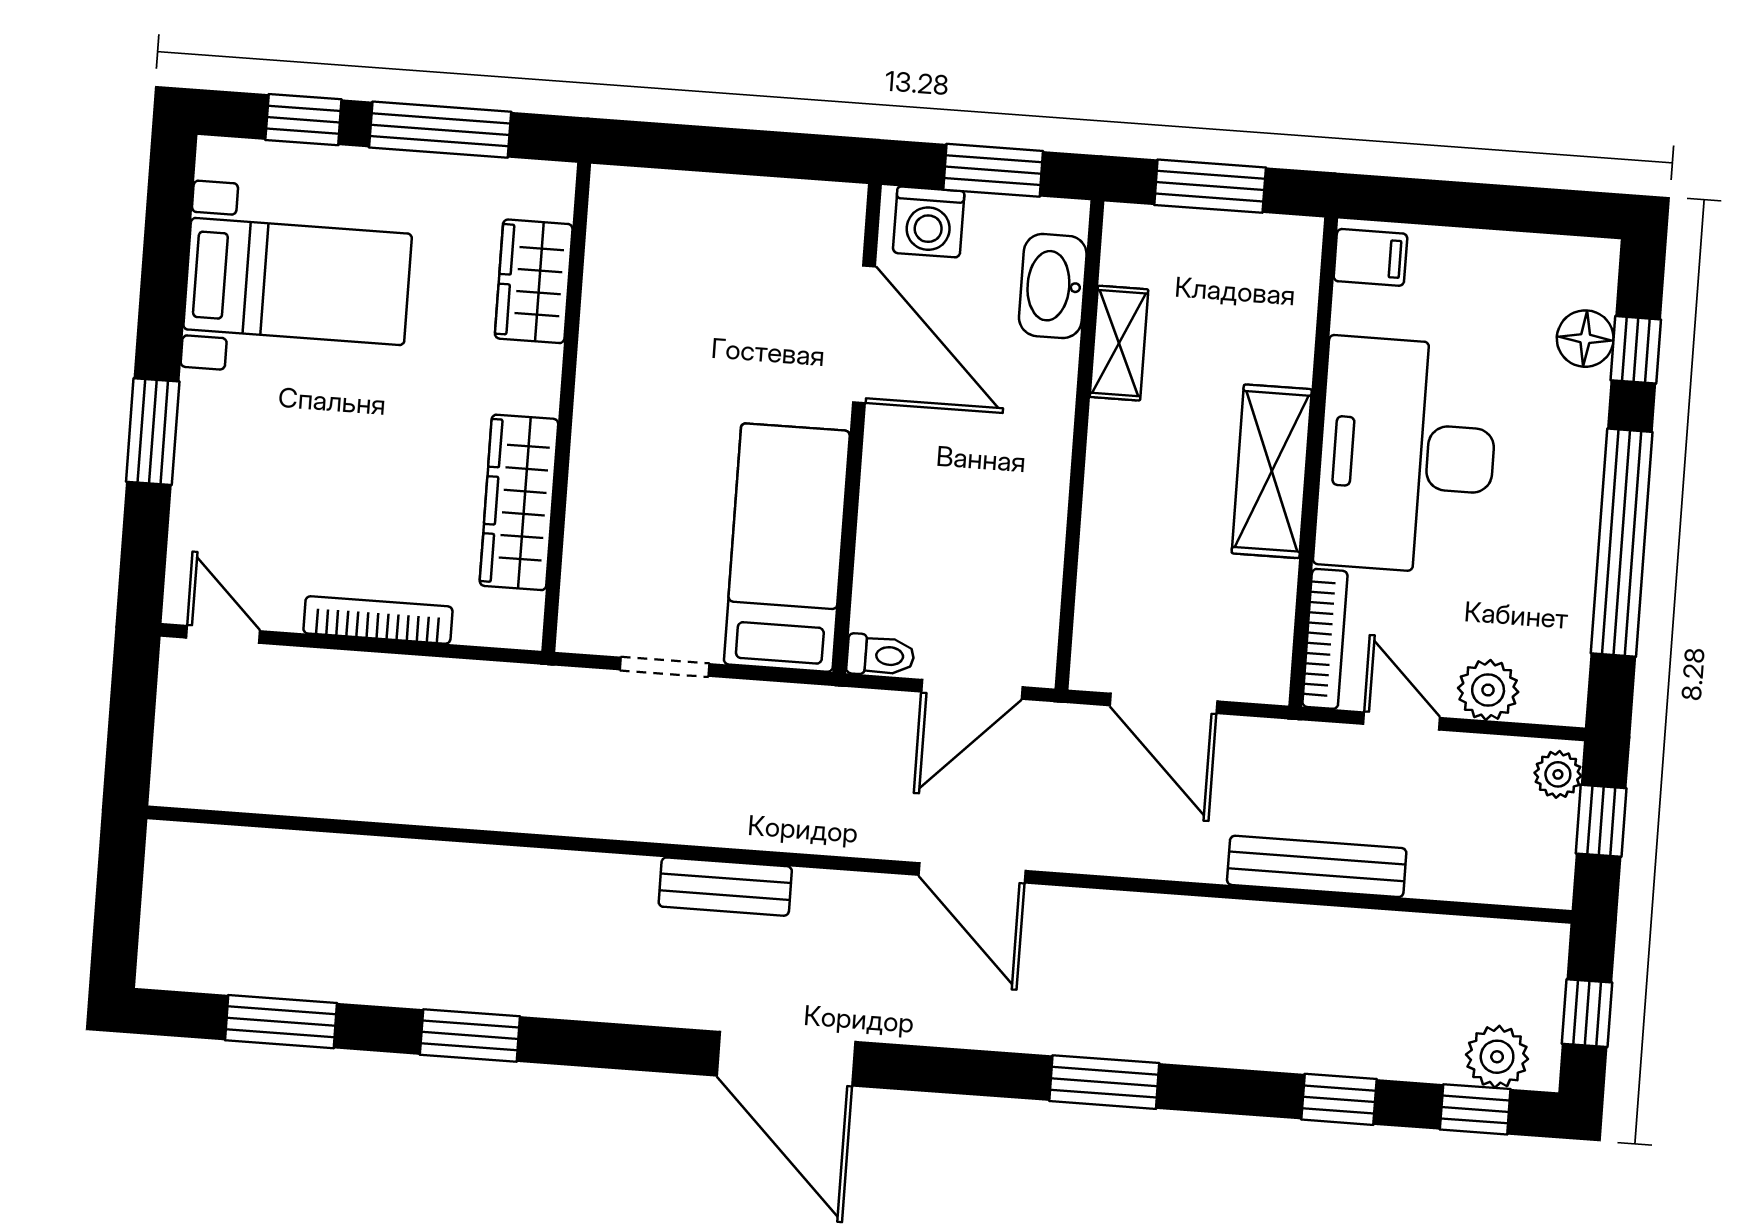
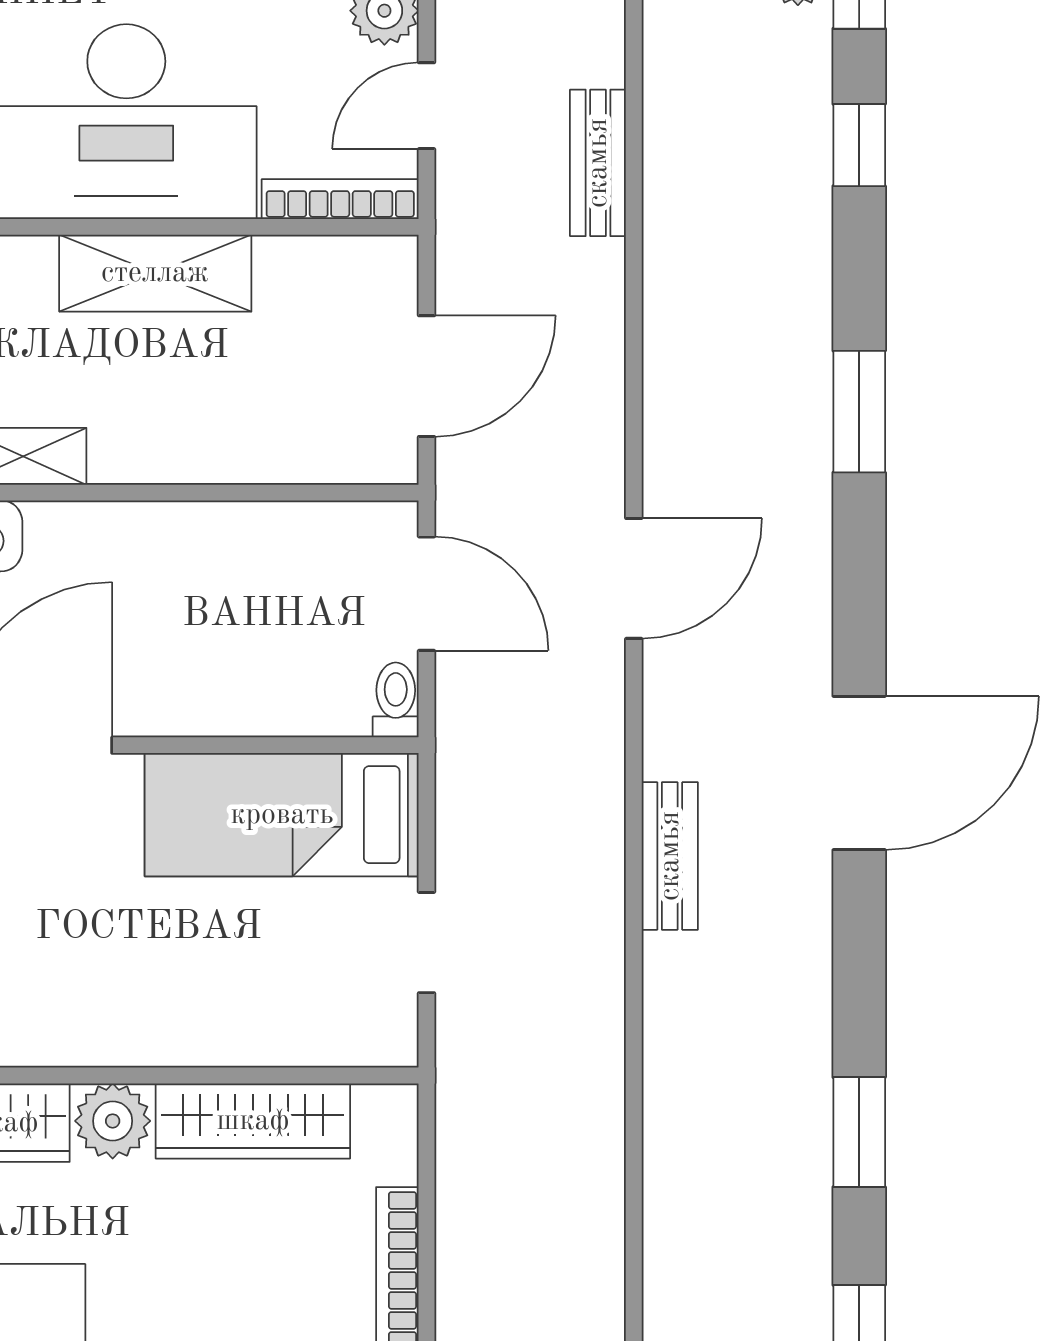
plant: (528, 379) -> (113, 1121), added
bench: (1317, 866) -> (598, 163), width x0.73

